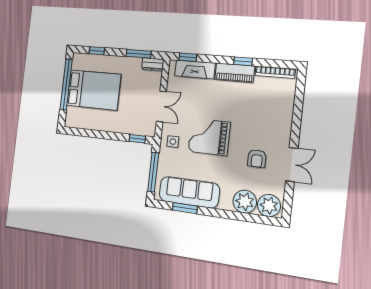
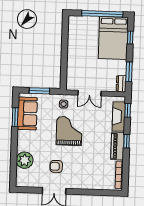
window: (243, 61) -> (127, 141), moved
bed: (94, 90) -> (113, 38), moved
window: (137, 139) -> (64, 76), removed
window: (153, 172) -> (39, 91), width x0.69
sofa: (189, 192) -> (27, 114), width x0.73
plant: (269, 206) -> (24, 177), removed

